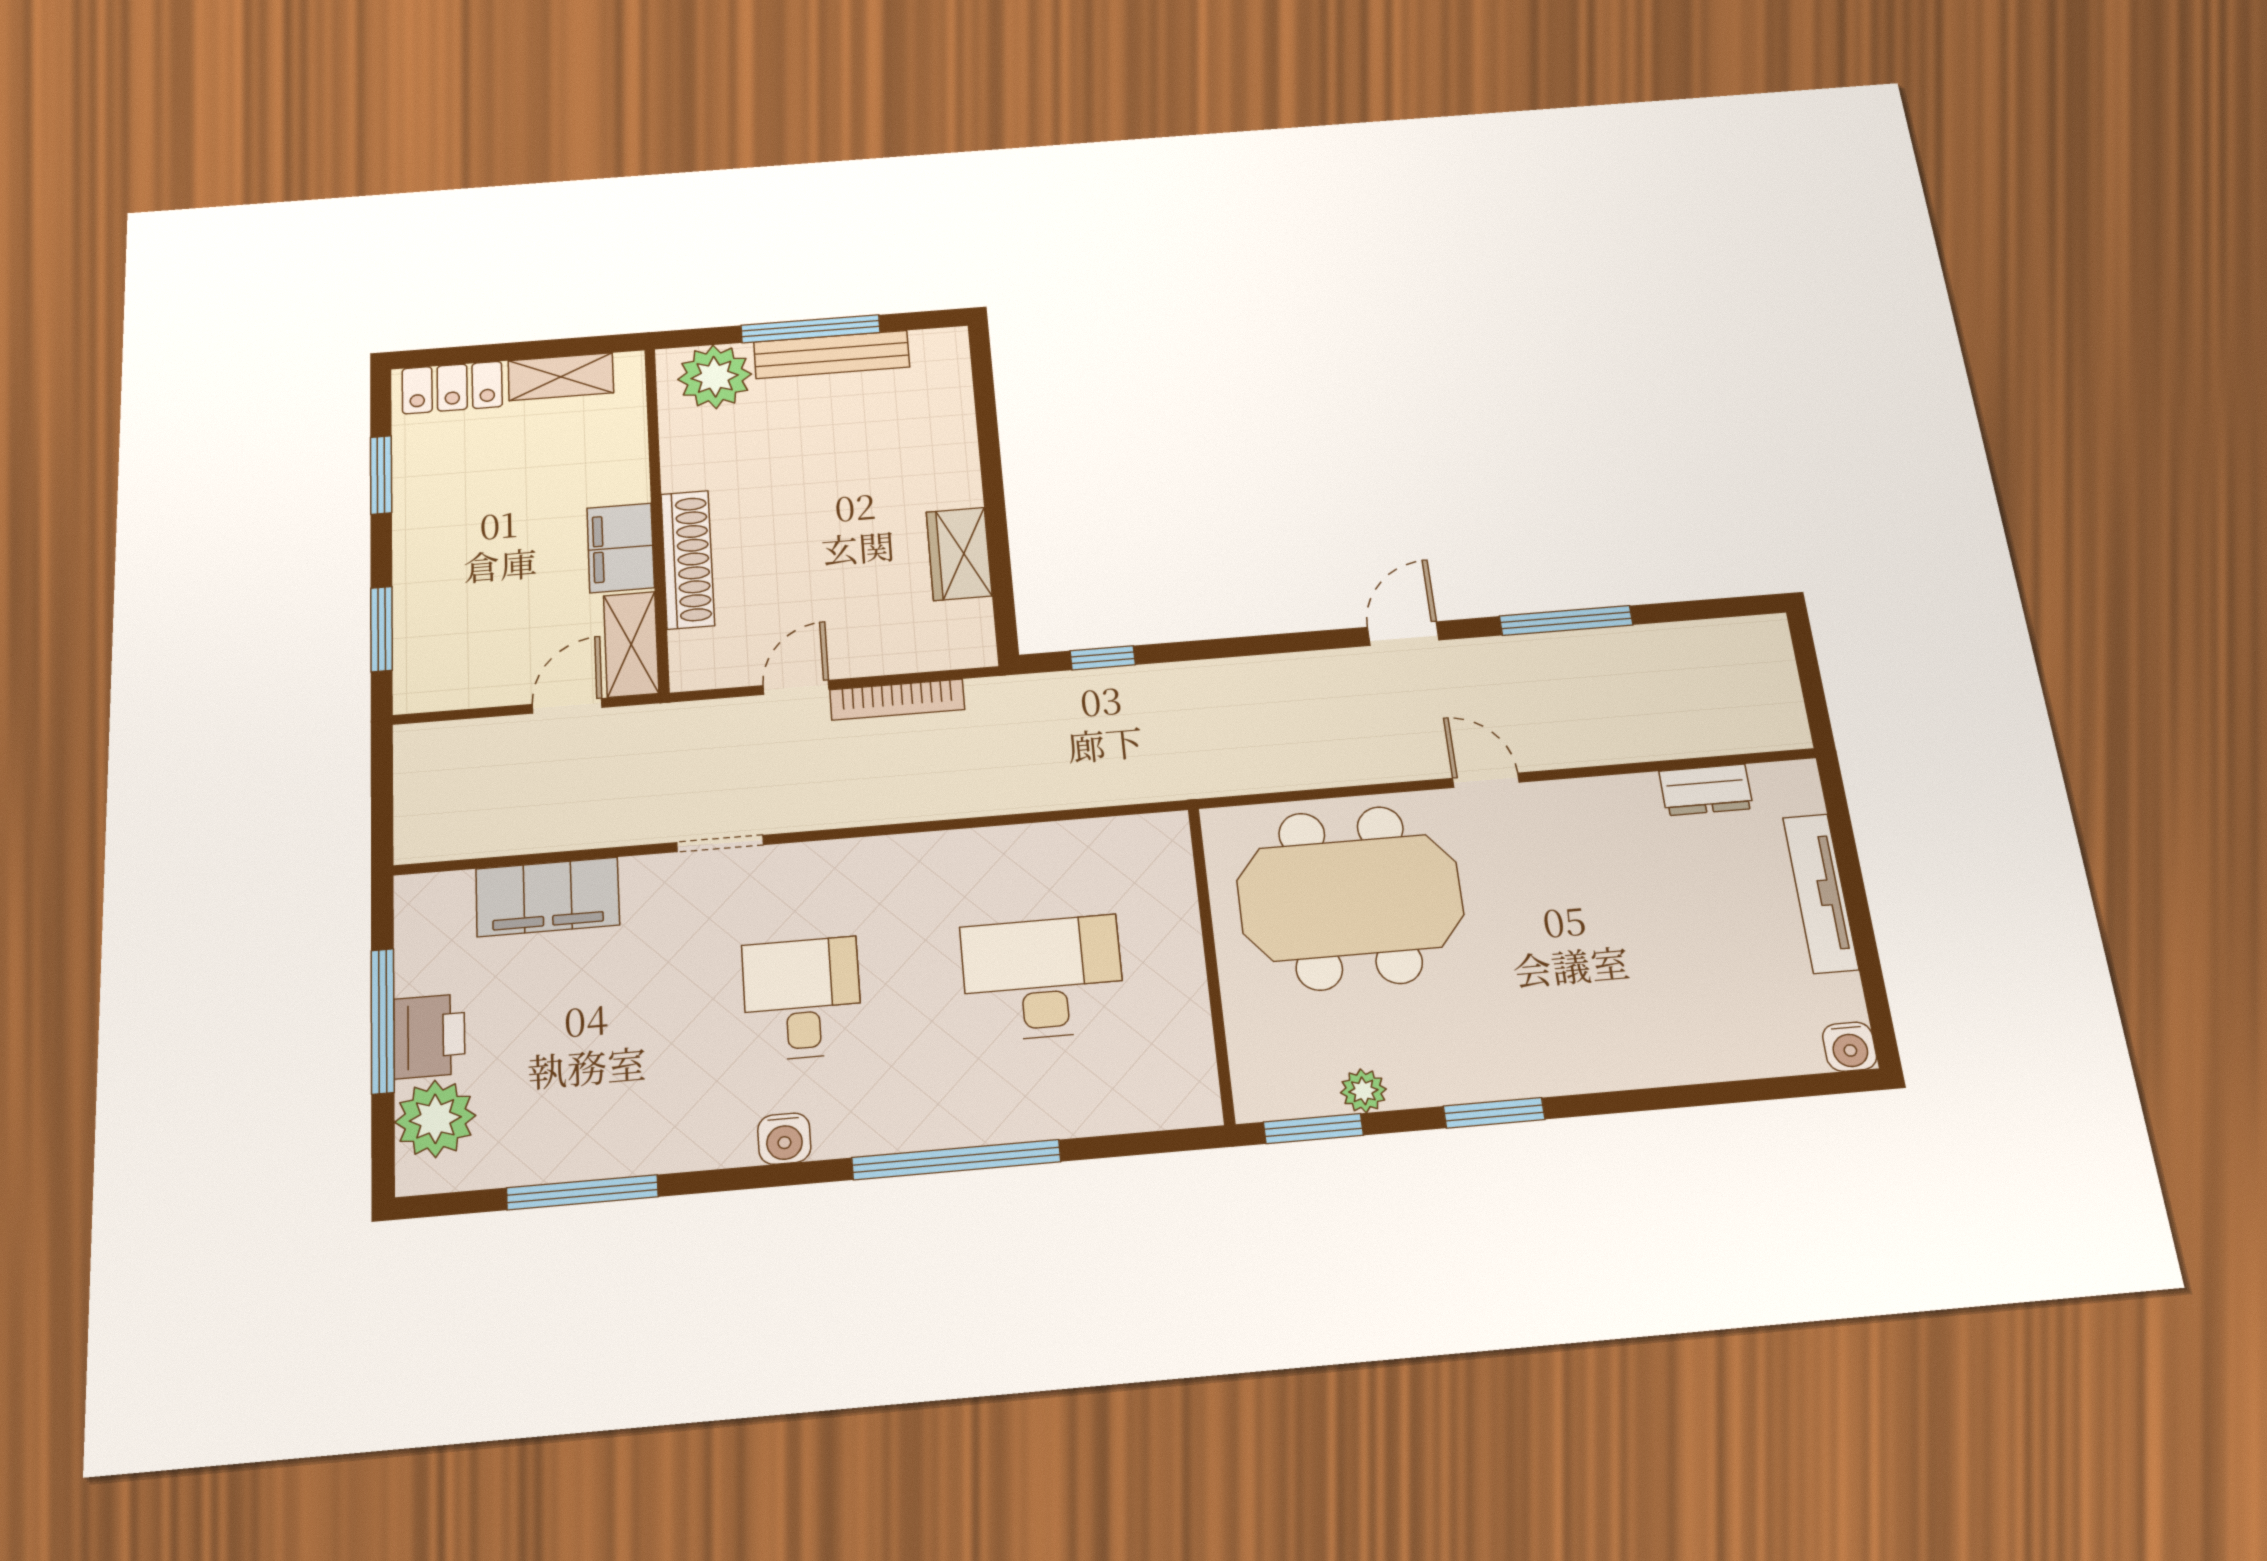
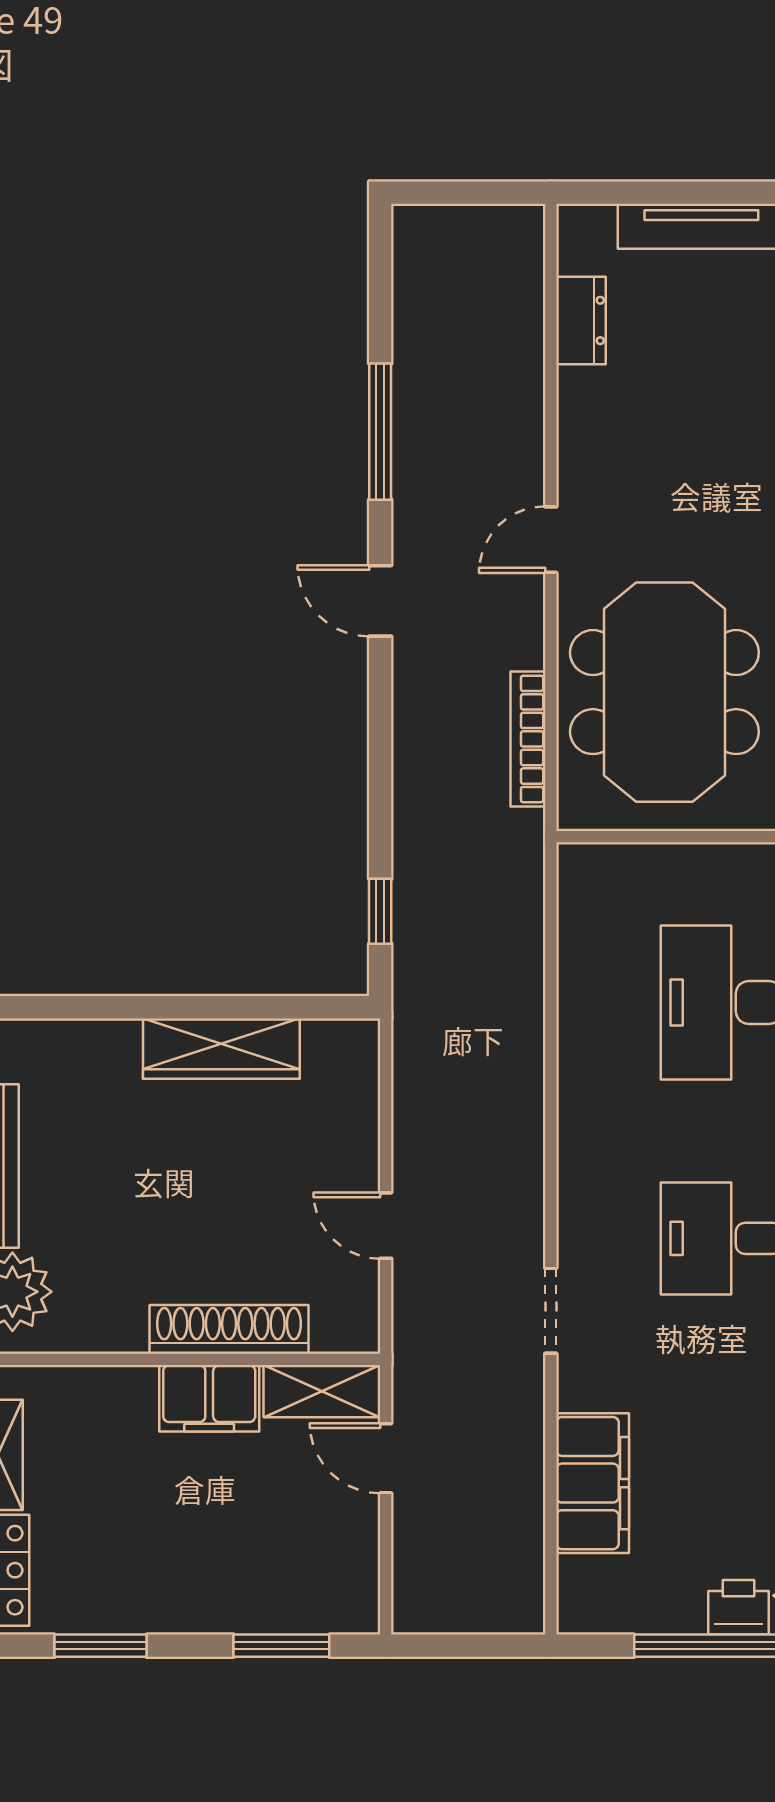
wardrobe: (959, 554) -> (221, 1049), width x1.50
bookcase: (897, 700) -> (528, 739), moved, turned 180
printer: (429, 1036) -> (739, 1607), width x0.73, depth x0.81

